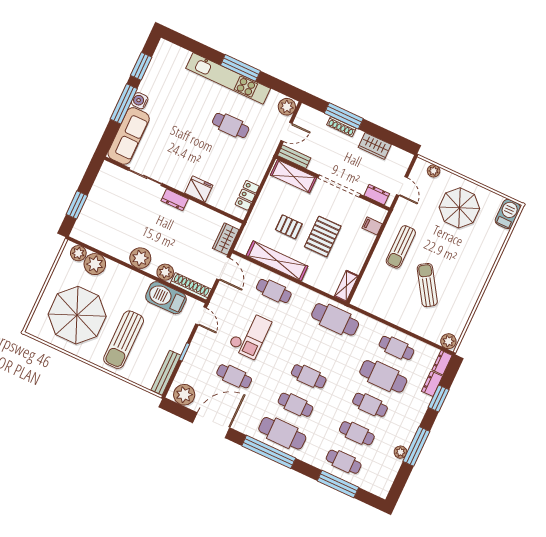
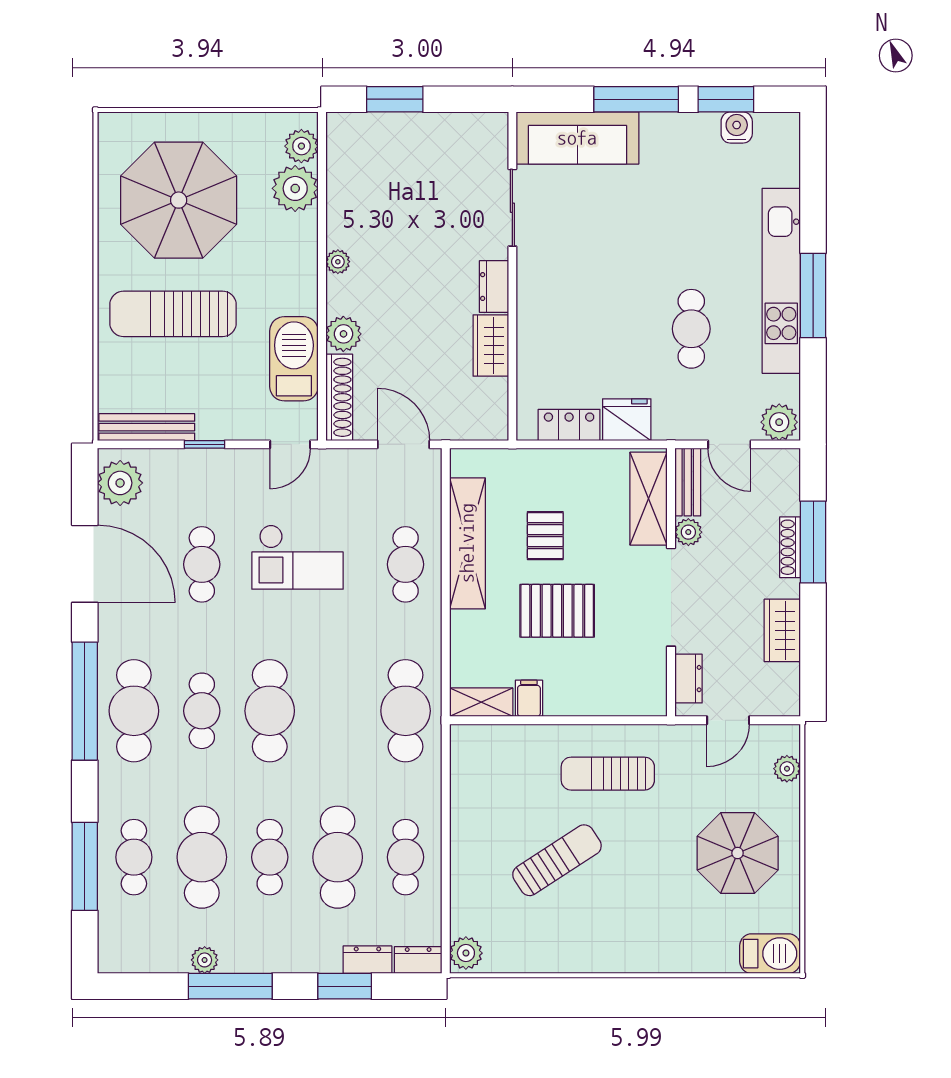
water cooler: (140, 101) -> (737, 128), moved
plant: (315, 166) -> (688, 532), added
fridge: (199, 189) -> (627, 420), moved, turned -90
filing cabinet: (372, 226) -> (529, 698), moved
wardrobe: (226, 239) -> (491, 346), moved, turned -90
plant: (140, 258) -> (338, 262), width x0.53, depth x0.53
door: (223, 268) -> (404, 444), swing flipped
cafe table: (309, 376) -> (270, 711), width x1.37, depth x1.35
cafe table: (357, 433) -> (202, 857), width x1.37, depth x1.35

